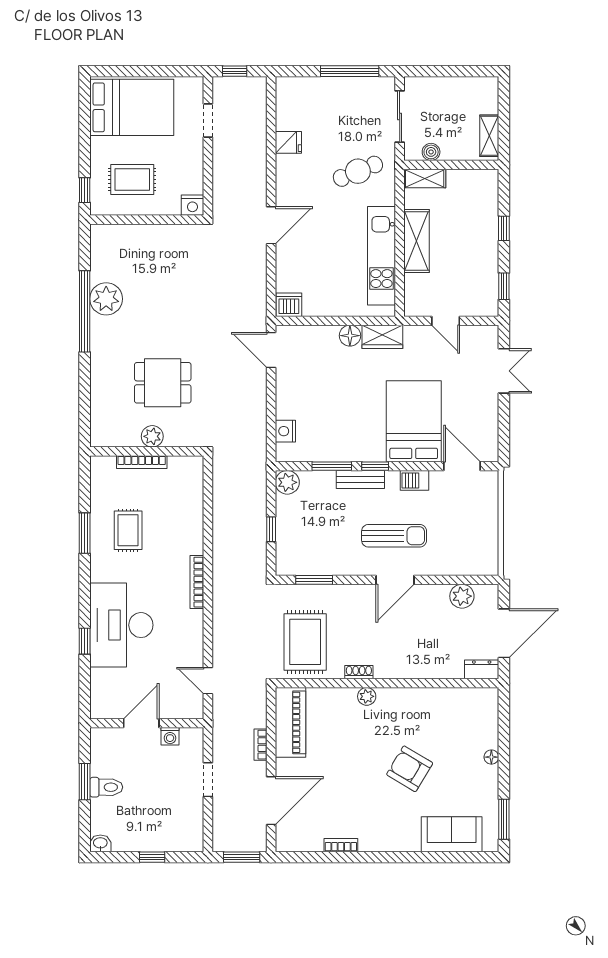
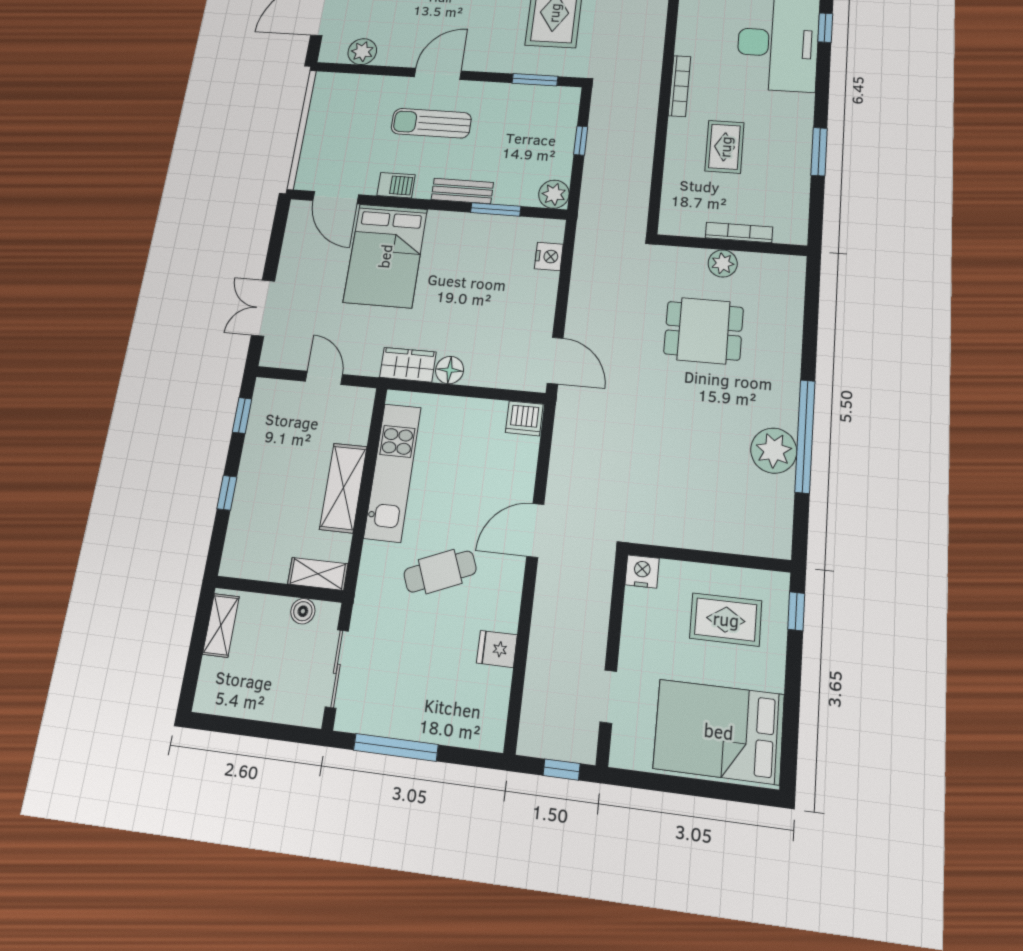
cafe table: (358, 171) -> (440, 572), moved
window: (375, 466) -> (442, 205), removed
rug: (128, 530) -> (725, 147), moved

